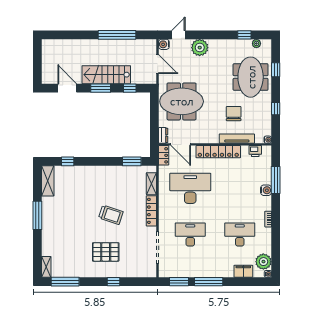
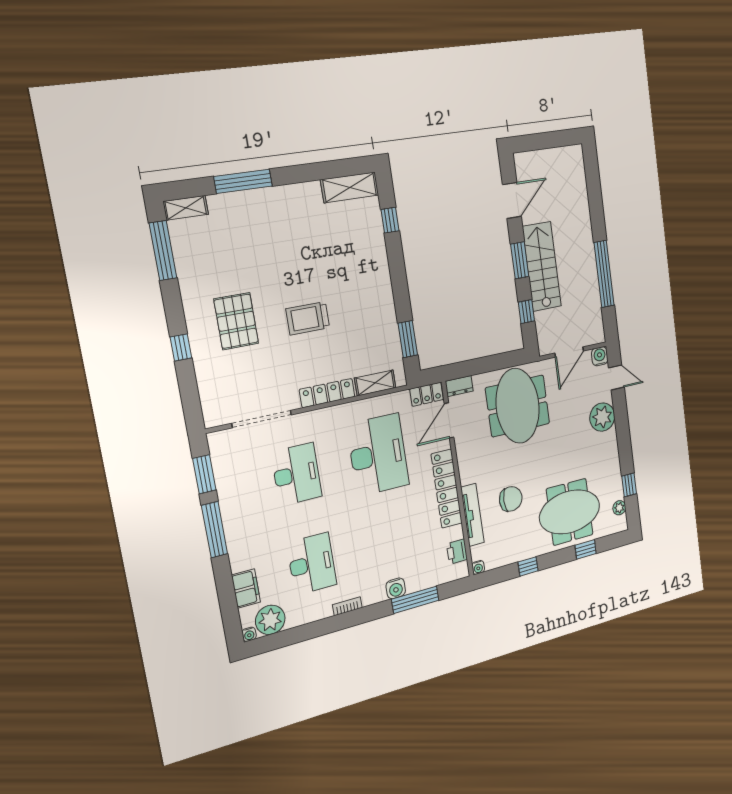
window: (37, 215) -> (243, 181), moved
trolley: (111, 215) -> (308, 318), turned 72

